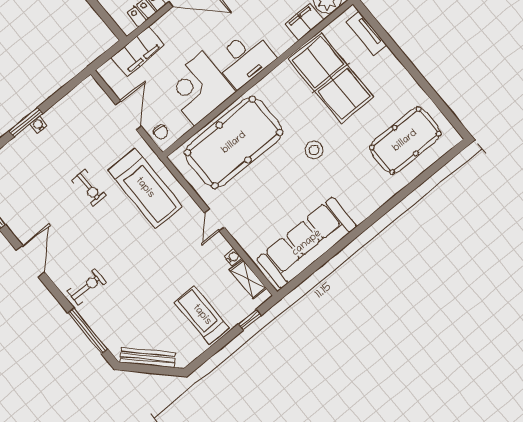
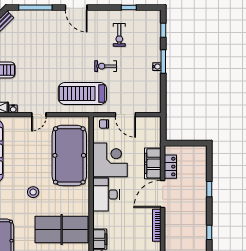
filing cabinet: (138, 52) -> (153, 163), moved
door: (214, 220) -> (39, 115), swing flipped
door: (30, 261) -> (76, 8), moved
exercise bike: (87, 287) -> (119, 35), moved

